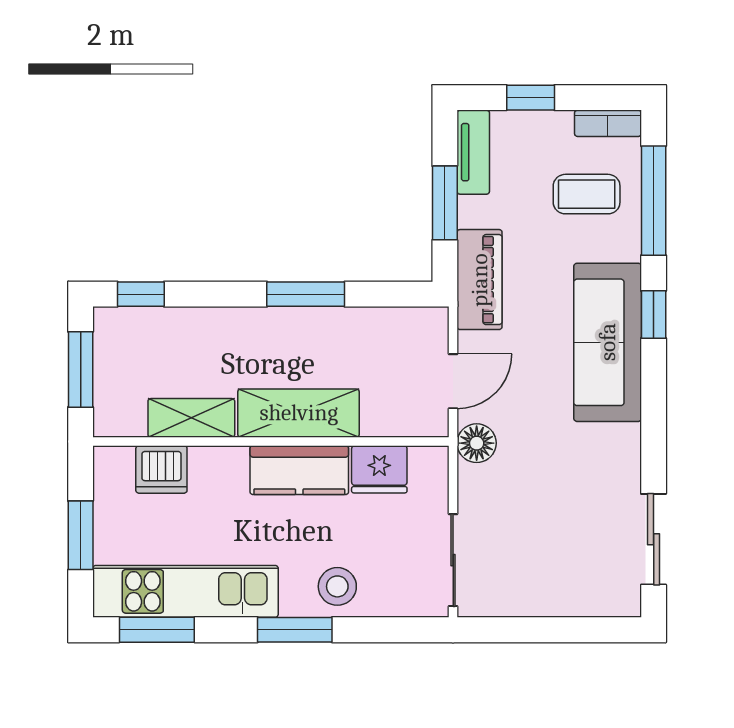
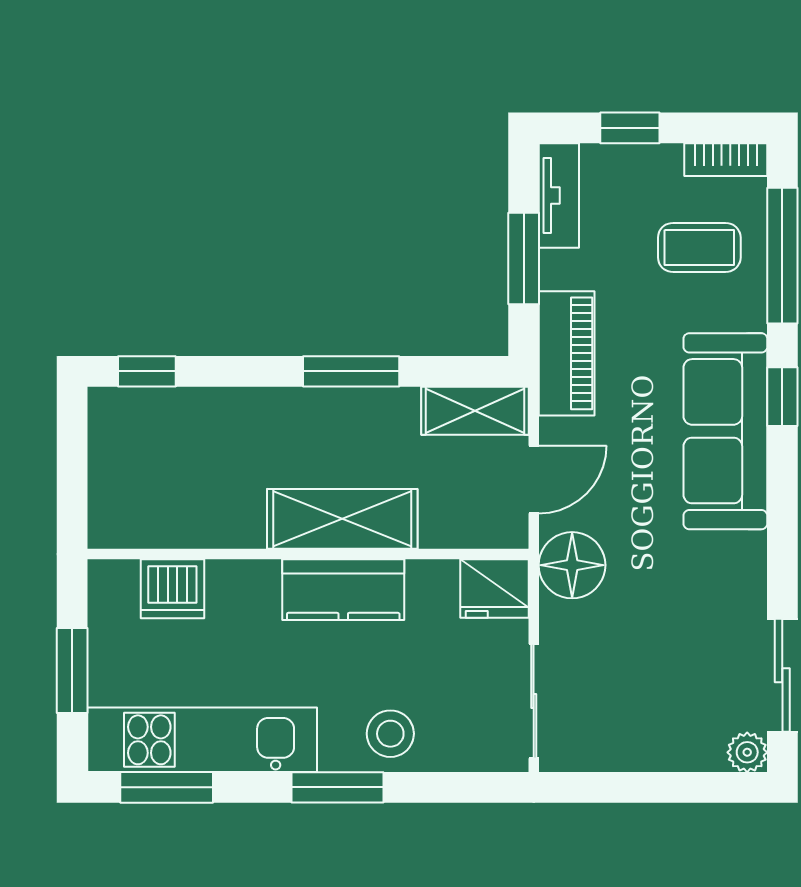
window: (81, 369) -> (72, 465), removed
shelving: (191, 418) -> (475, 411), moved
floor lamp: (477, 443) -> (572, 565), width x1.38, depth x1.38
fridge: (379, 469) -> (495, 589), moved
plant: (625, 601) -> (747, 752), added

